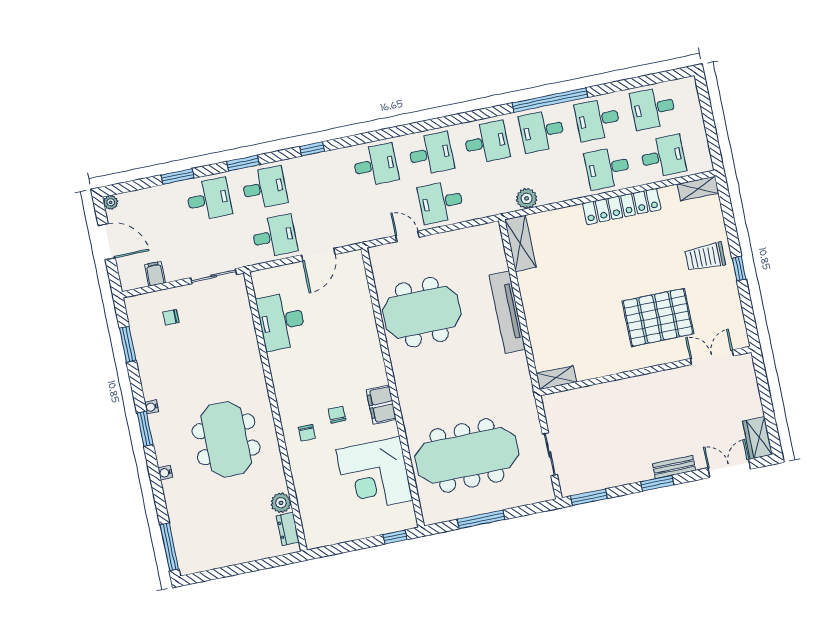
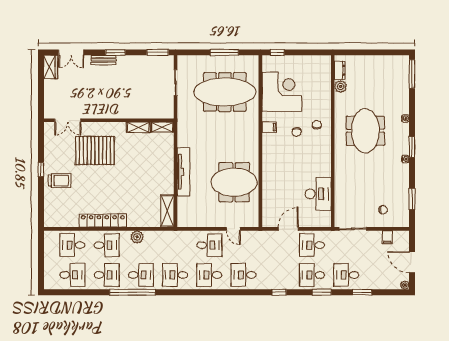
shelving: (698, 189) -> (138, 127), moved
plant: (527, 198) -> (137, 237), moved
filing cabinet: (381, 405) -> (269, 127), width x0.50

